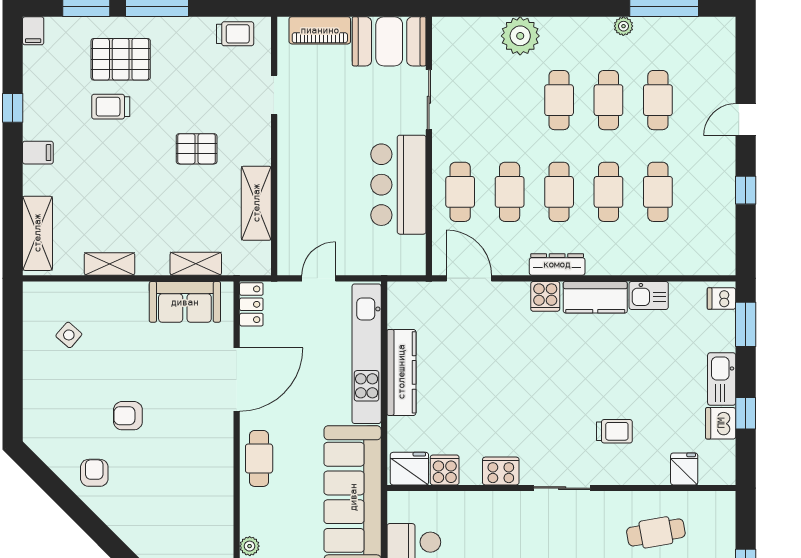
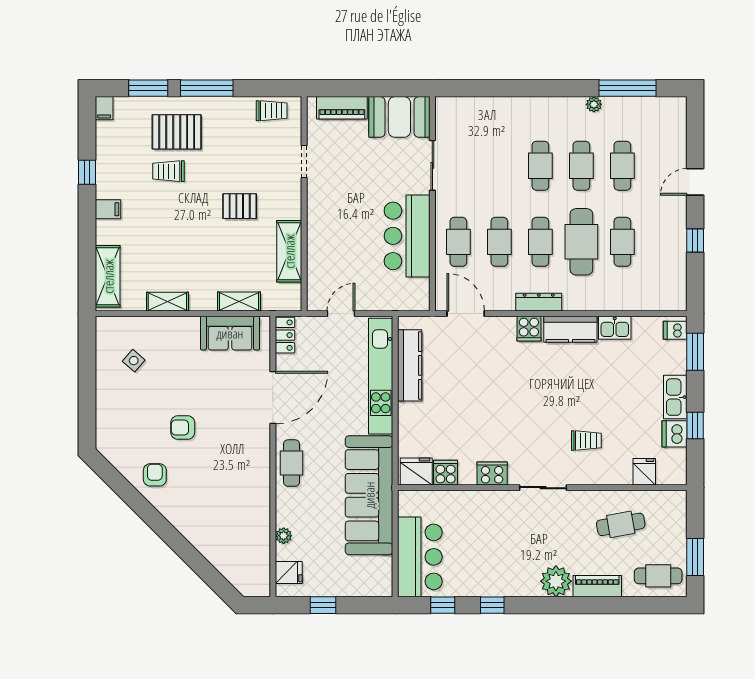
plant: (520, 36) -> (508, 112), removed
cafe table: (608, 192) -> (581, 242), width x1.37, depth x1.35
kitchen counter: (401, 372) -> (410, 365), moved

